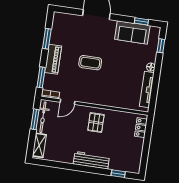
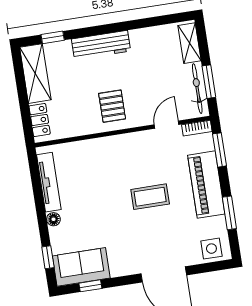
side table: (64, 21) -> (211, 249), added
sofa: (132, 32) -> (81, 267), moved
piano: (53, 59) -> (206, 185), width x1.37, depth x1.33
shelving: (135, 156) -> (35, 74), added

